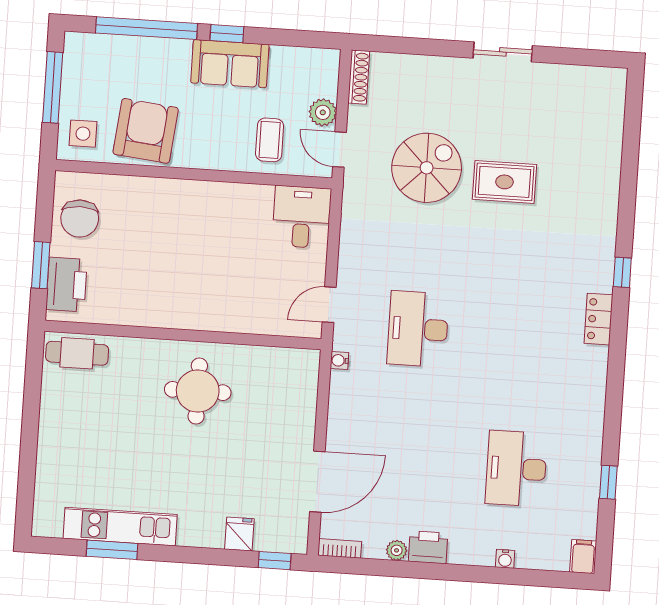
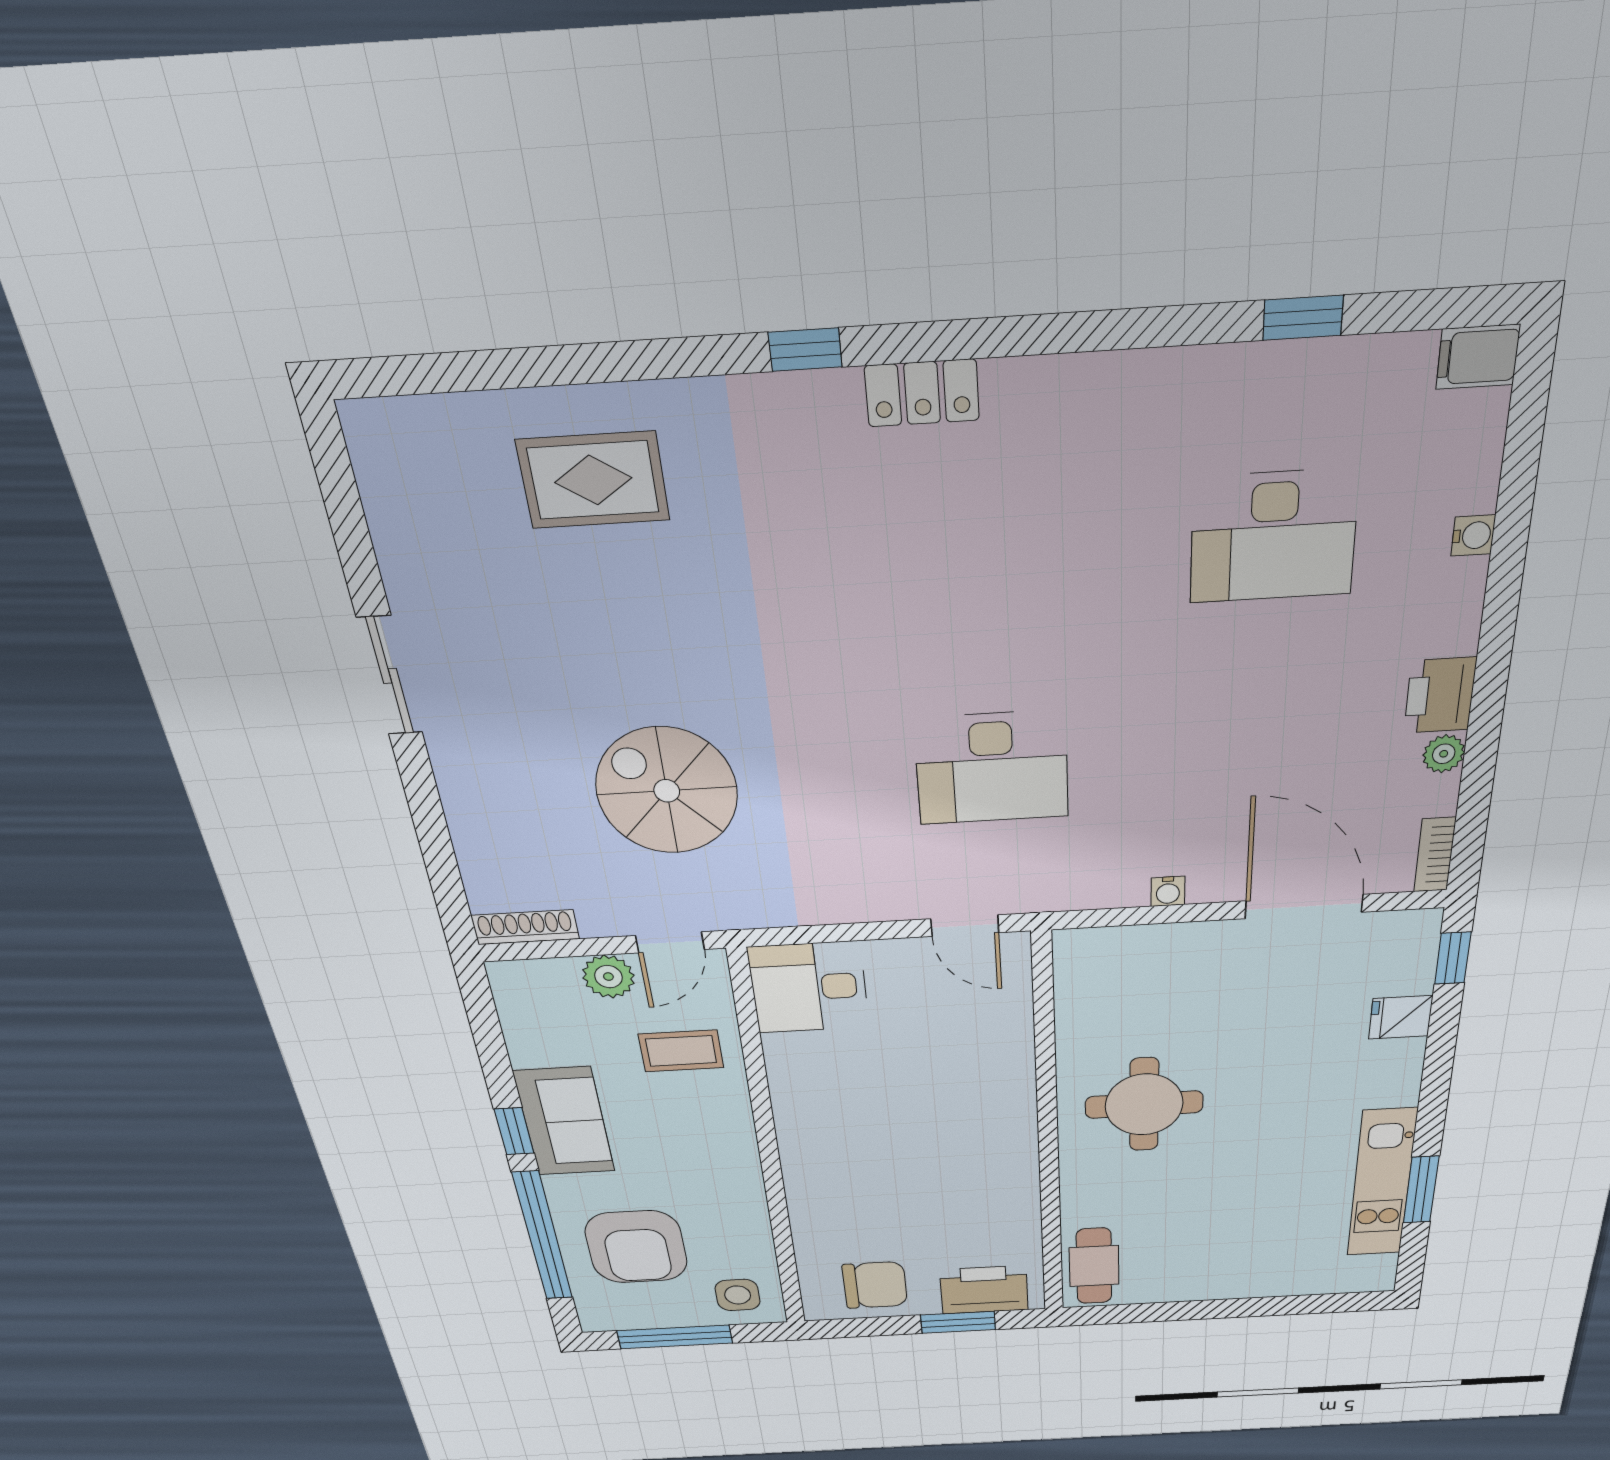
armchair: (146, 131) -> (636, 1247), moved, turned -96
rug: (504, 182) -> (593, 480), moved, turned 90
water cooler: (339, 360) -> (1168, 891), moved

